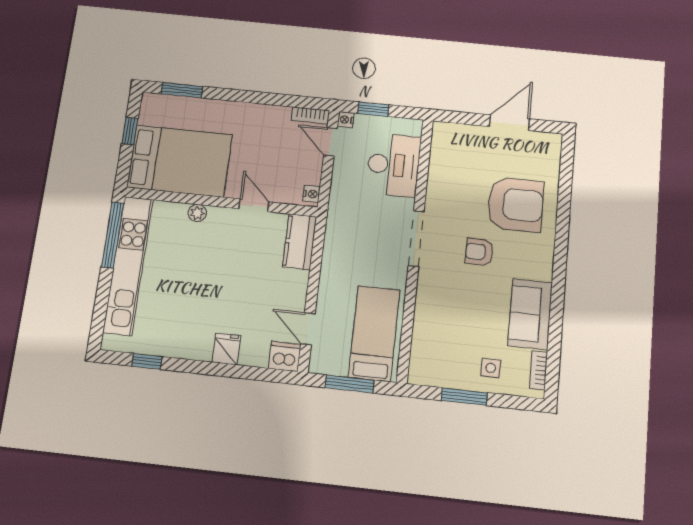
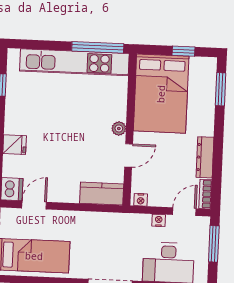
window: (373, 109) -> (214, 244), width x1.50
dresser: (265, 113) -> (205, 157), added
nightstand: (346, 120) -> (159, 220), moved
plant: (197, 213) -> (119, 129), moved

